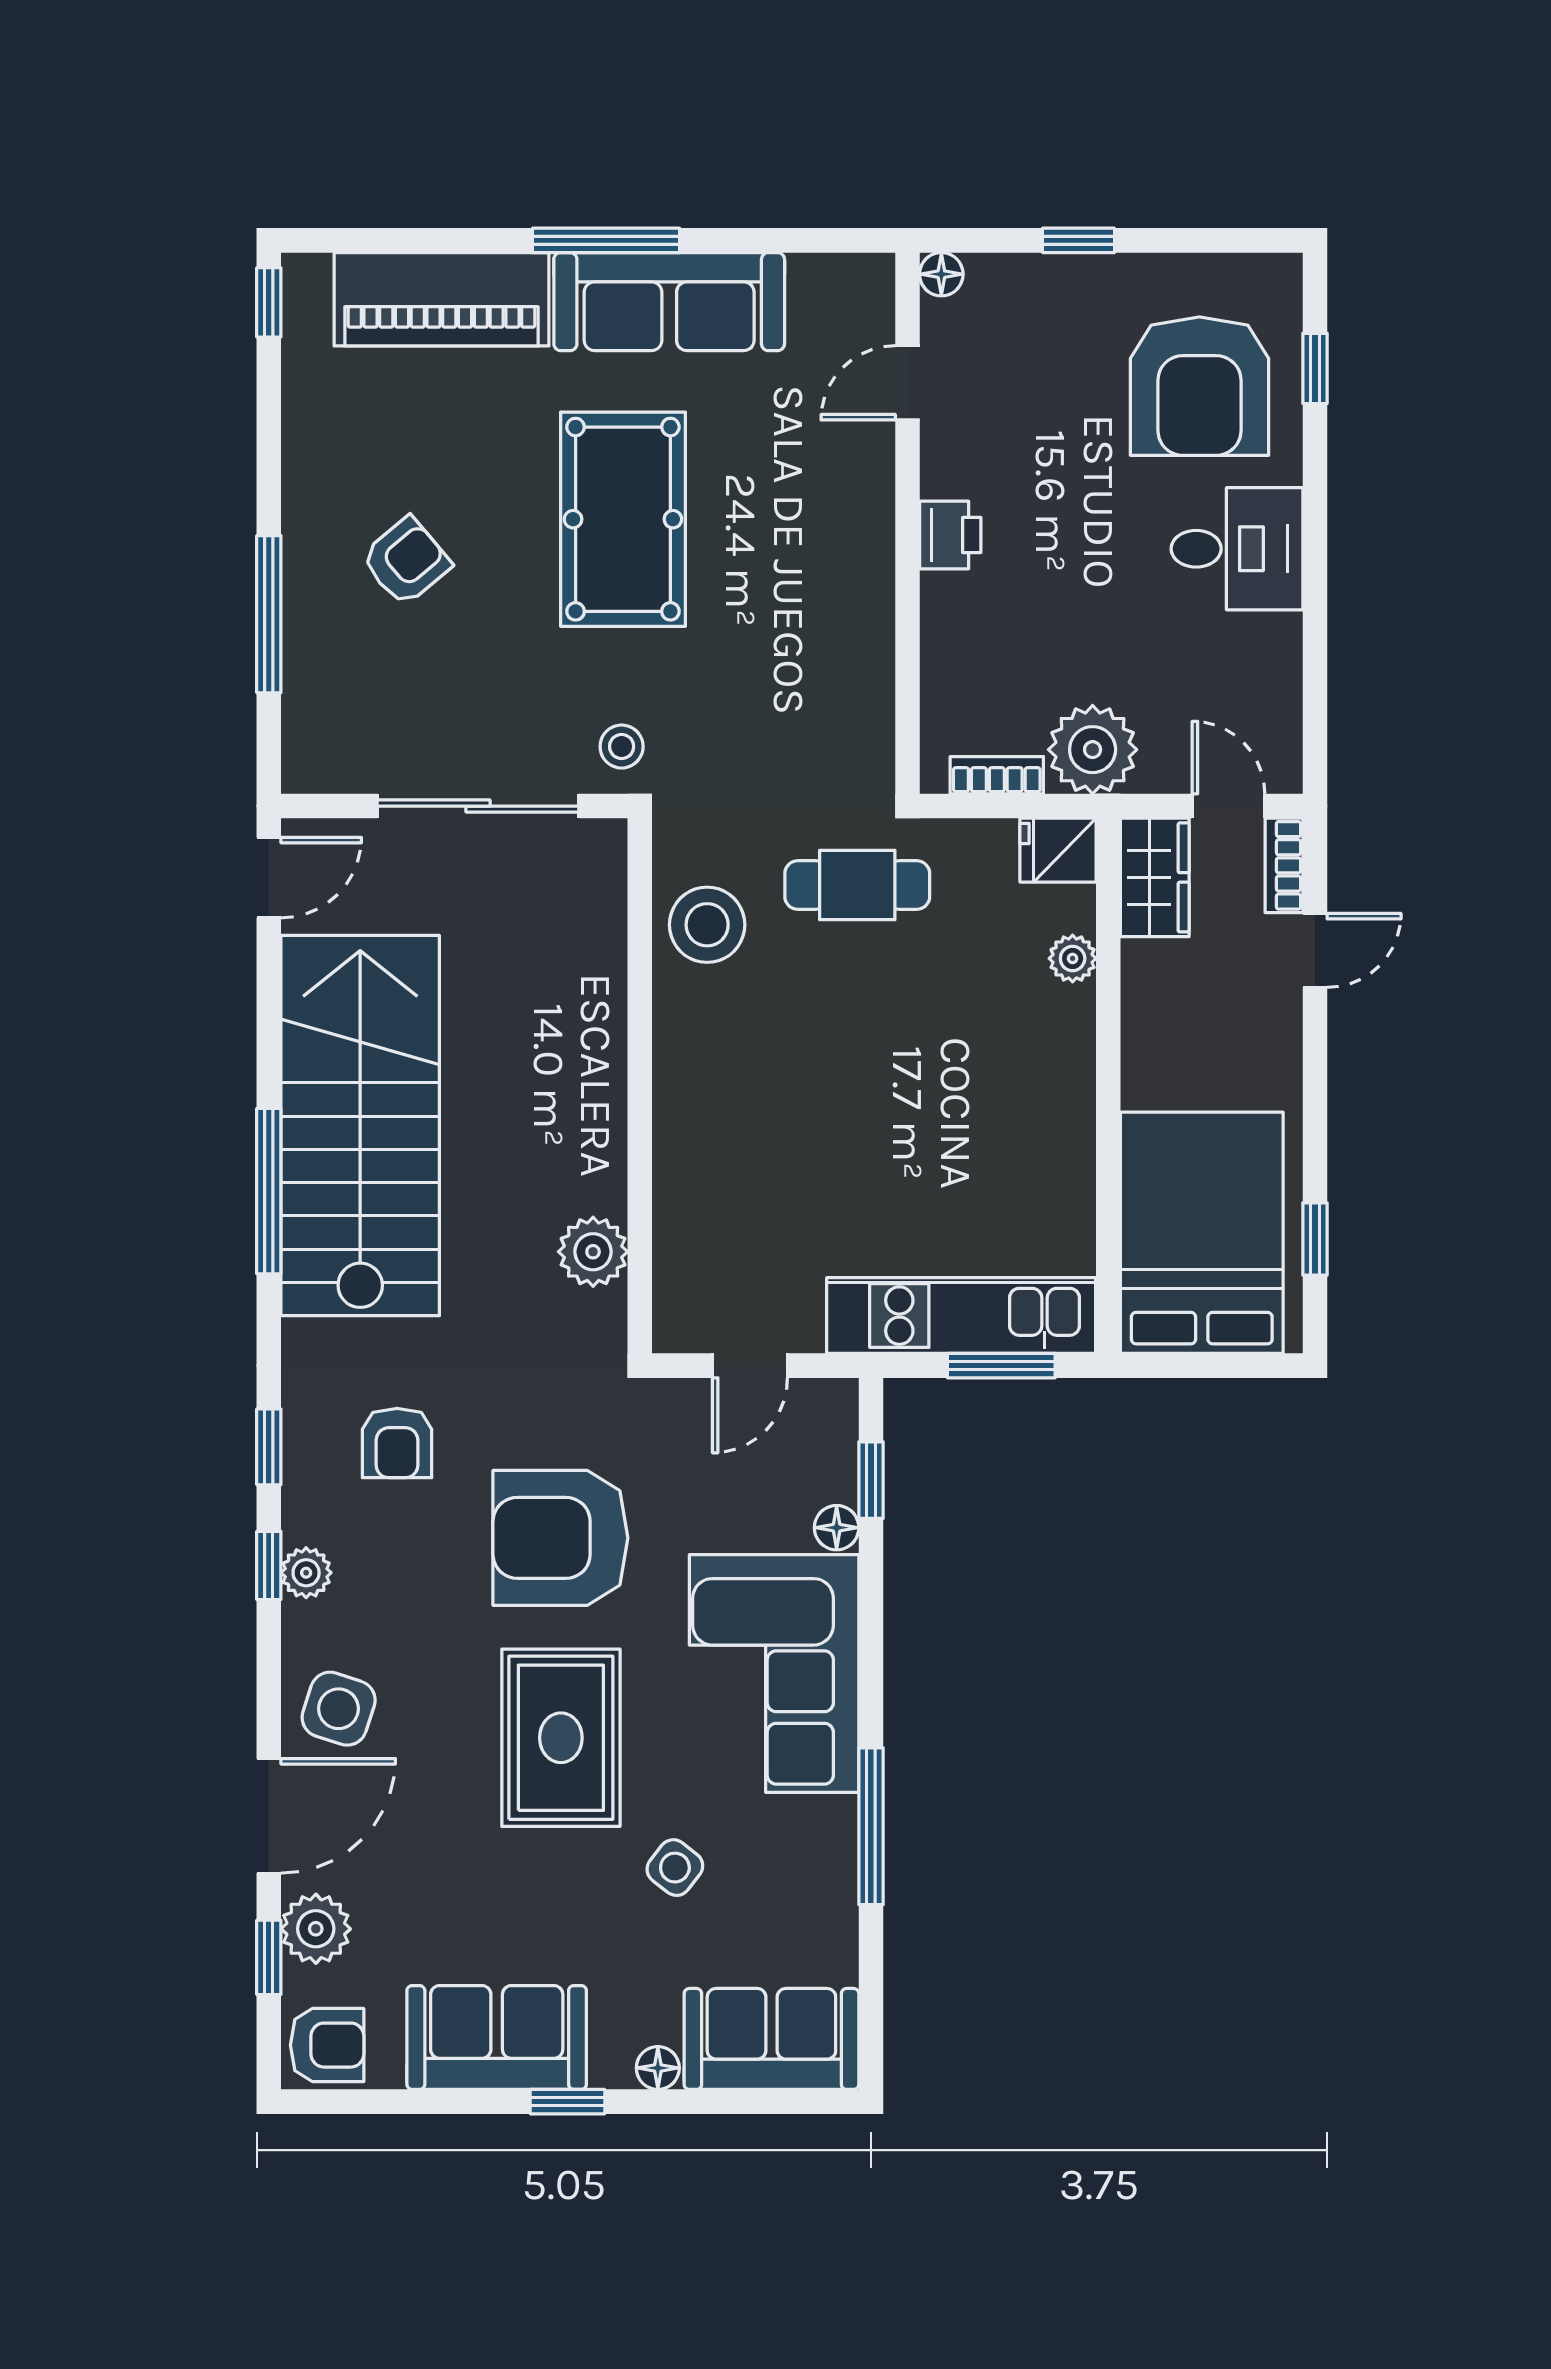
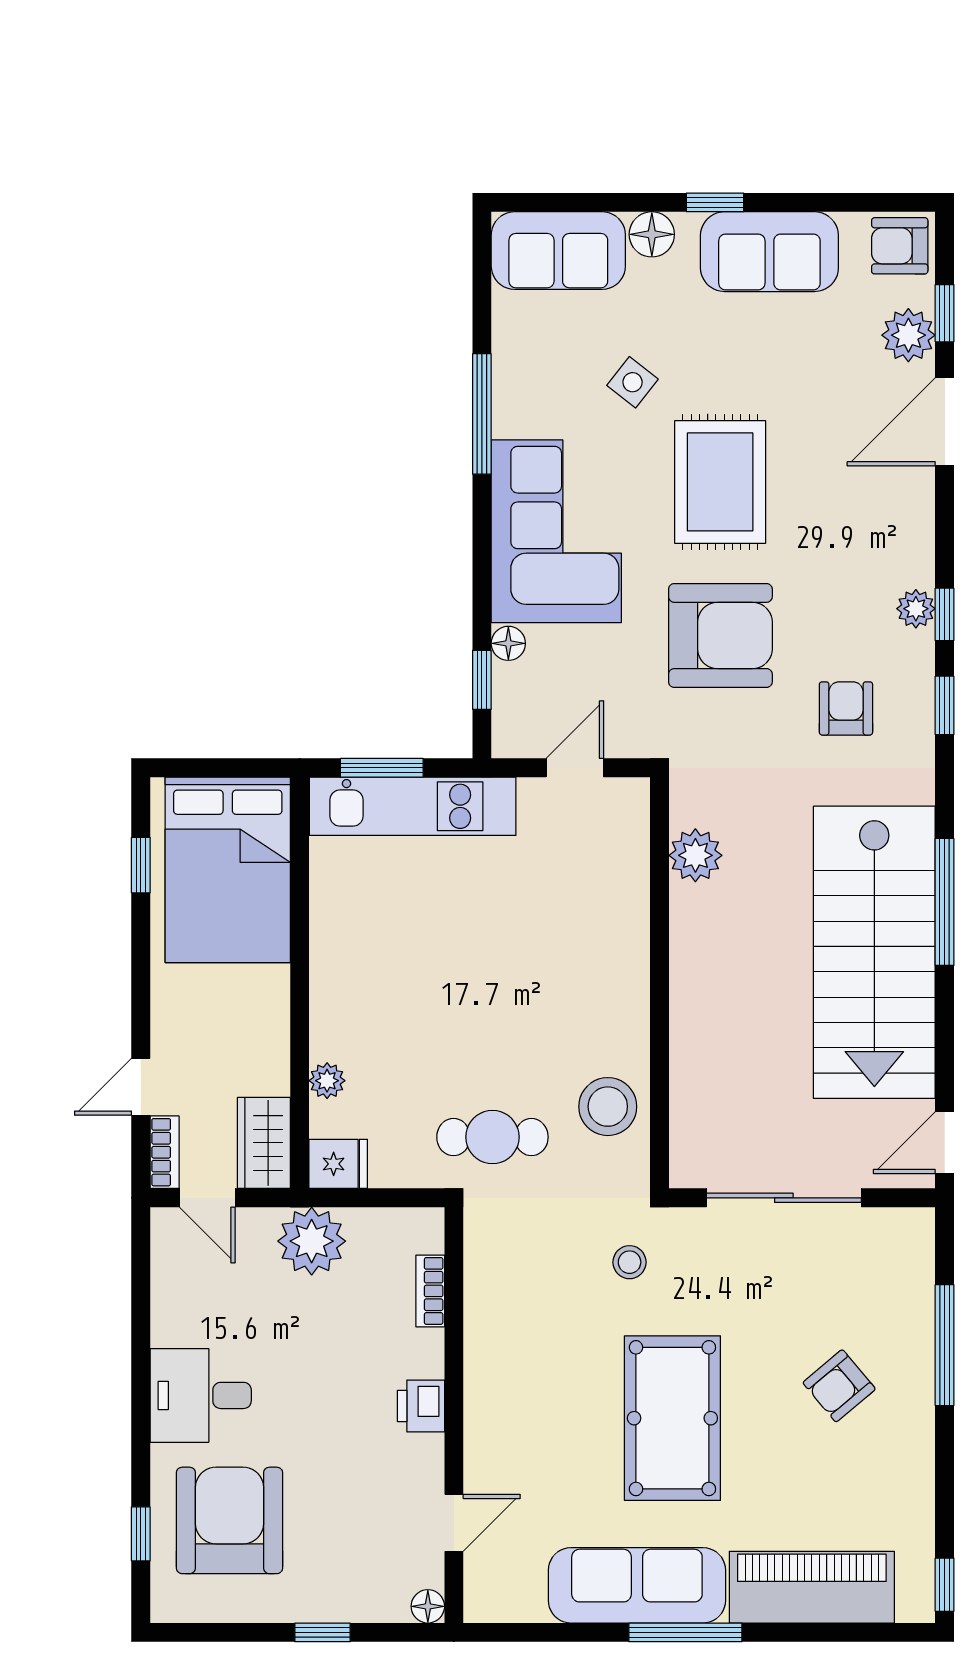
stool: (622, 747) -> (630, 1262), moved
bookcase: (997, 775) -> (430, 1291), moved, turned 90
side table: (339, 1709) -> (891, 504), removed
floor lamp: (658, 2068) -> (652, 234), width x1.37, depth x1.37

